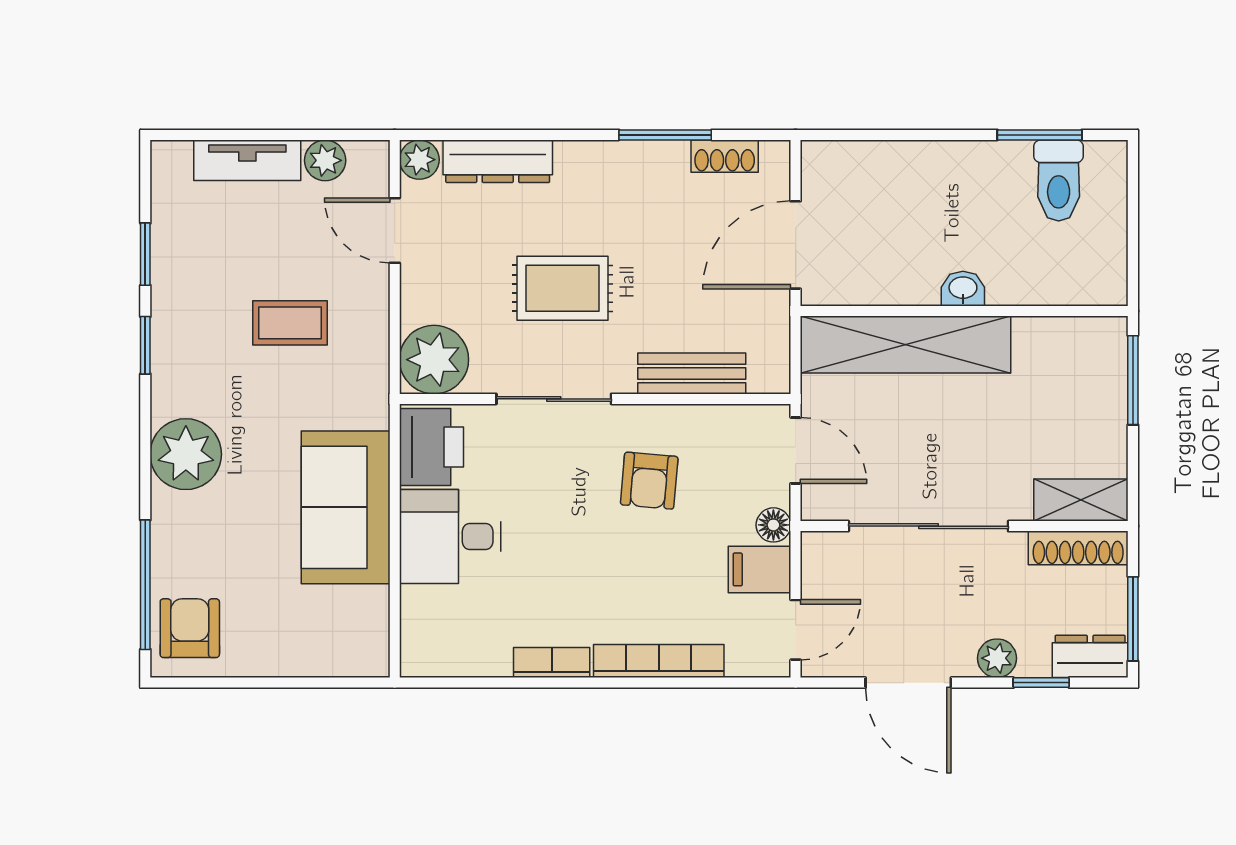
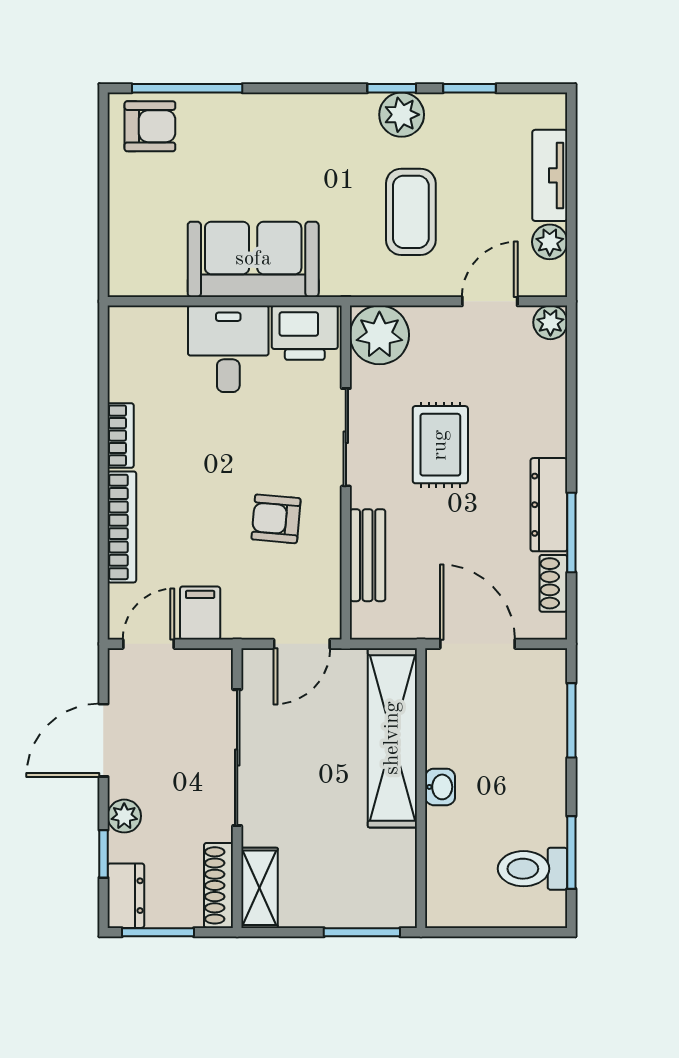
window: (885, 135) -> (571, 720), added
dresser: (498, 161) -> (549, 505), moved
coffee table: (290, 323) -> (411, 212), width x1.36, depth x1.30
plant: (186, 454) -> (402, 115), moved, width x0.73, depth x0.73
floor lamp: (773, 525) -> (238, 625), removed
door: (796, 630) -> (149, 644), swing flipped

